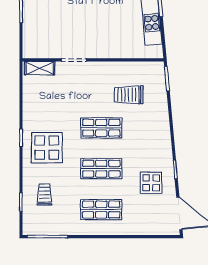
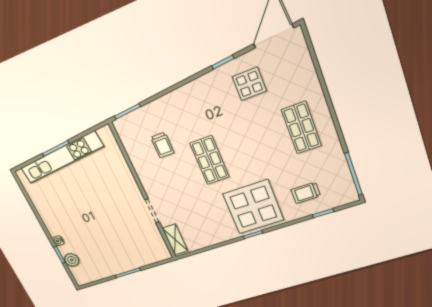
trolley: (129, 95) -> (162, 145), width x0.73, depth x0.72
display table: (47, 148) -> (253, 207), width x1.36, depth x1.36
shop shelf: (101, 169) -> (254, 144), removed

